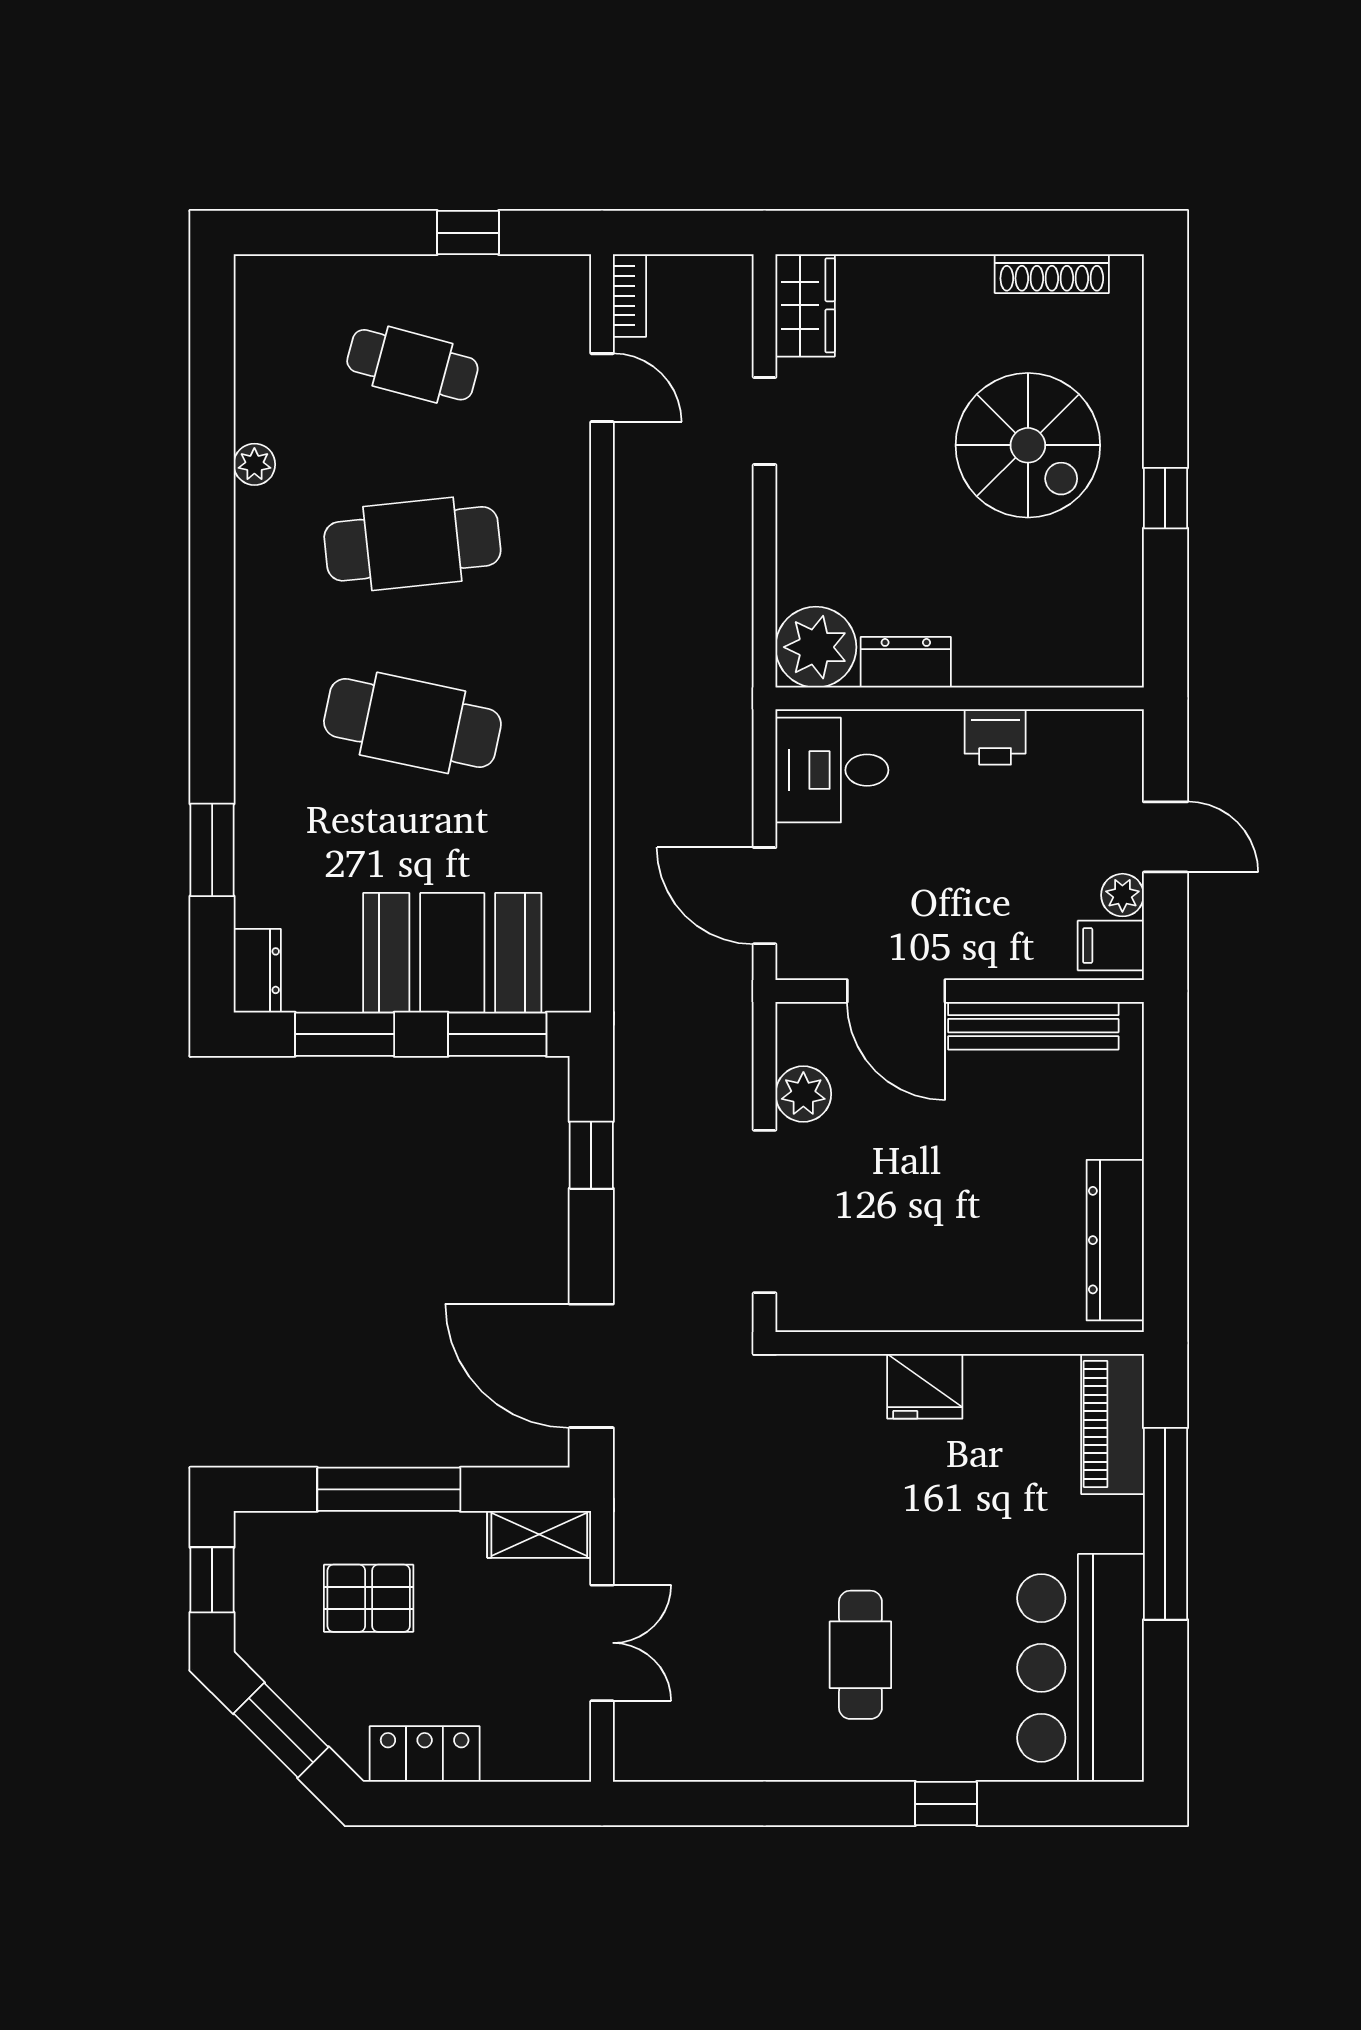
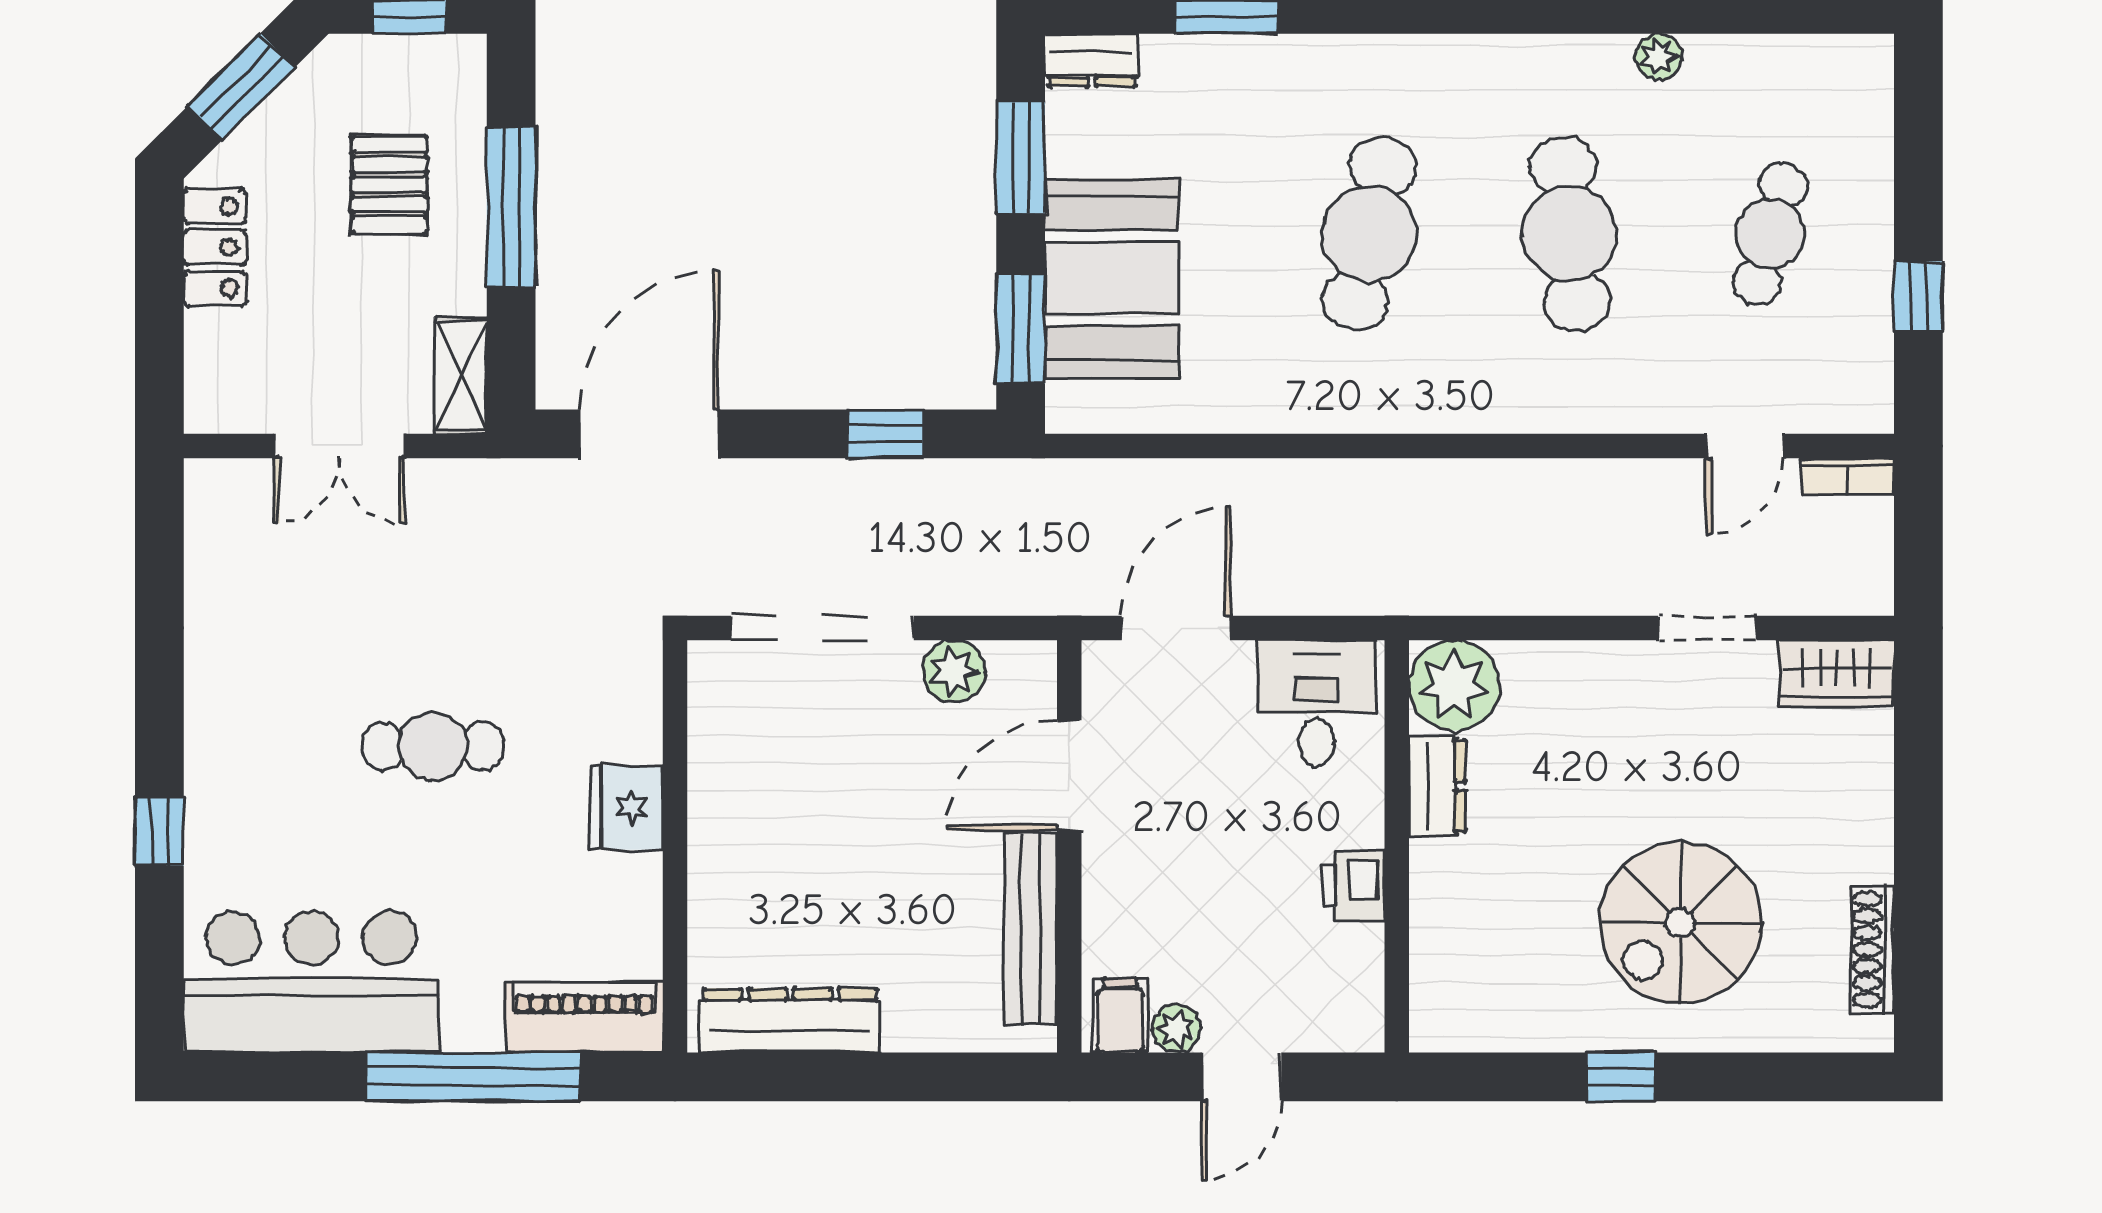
cafe table: (860, 1655) -> (433, 746), moved

